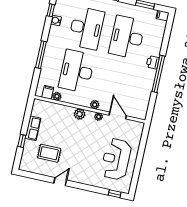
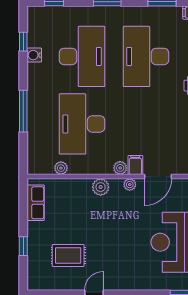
filing cabinet: (48, 92) -> (135, 165), moved
door: (118, 116) -> (158, 177), swing flipped
row of seats: (33, 128) -> (36, 203), moved

